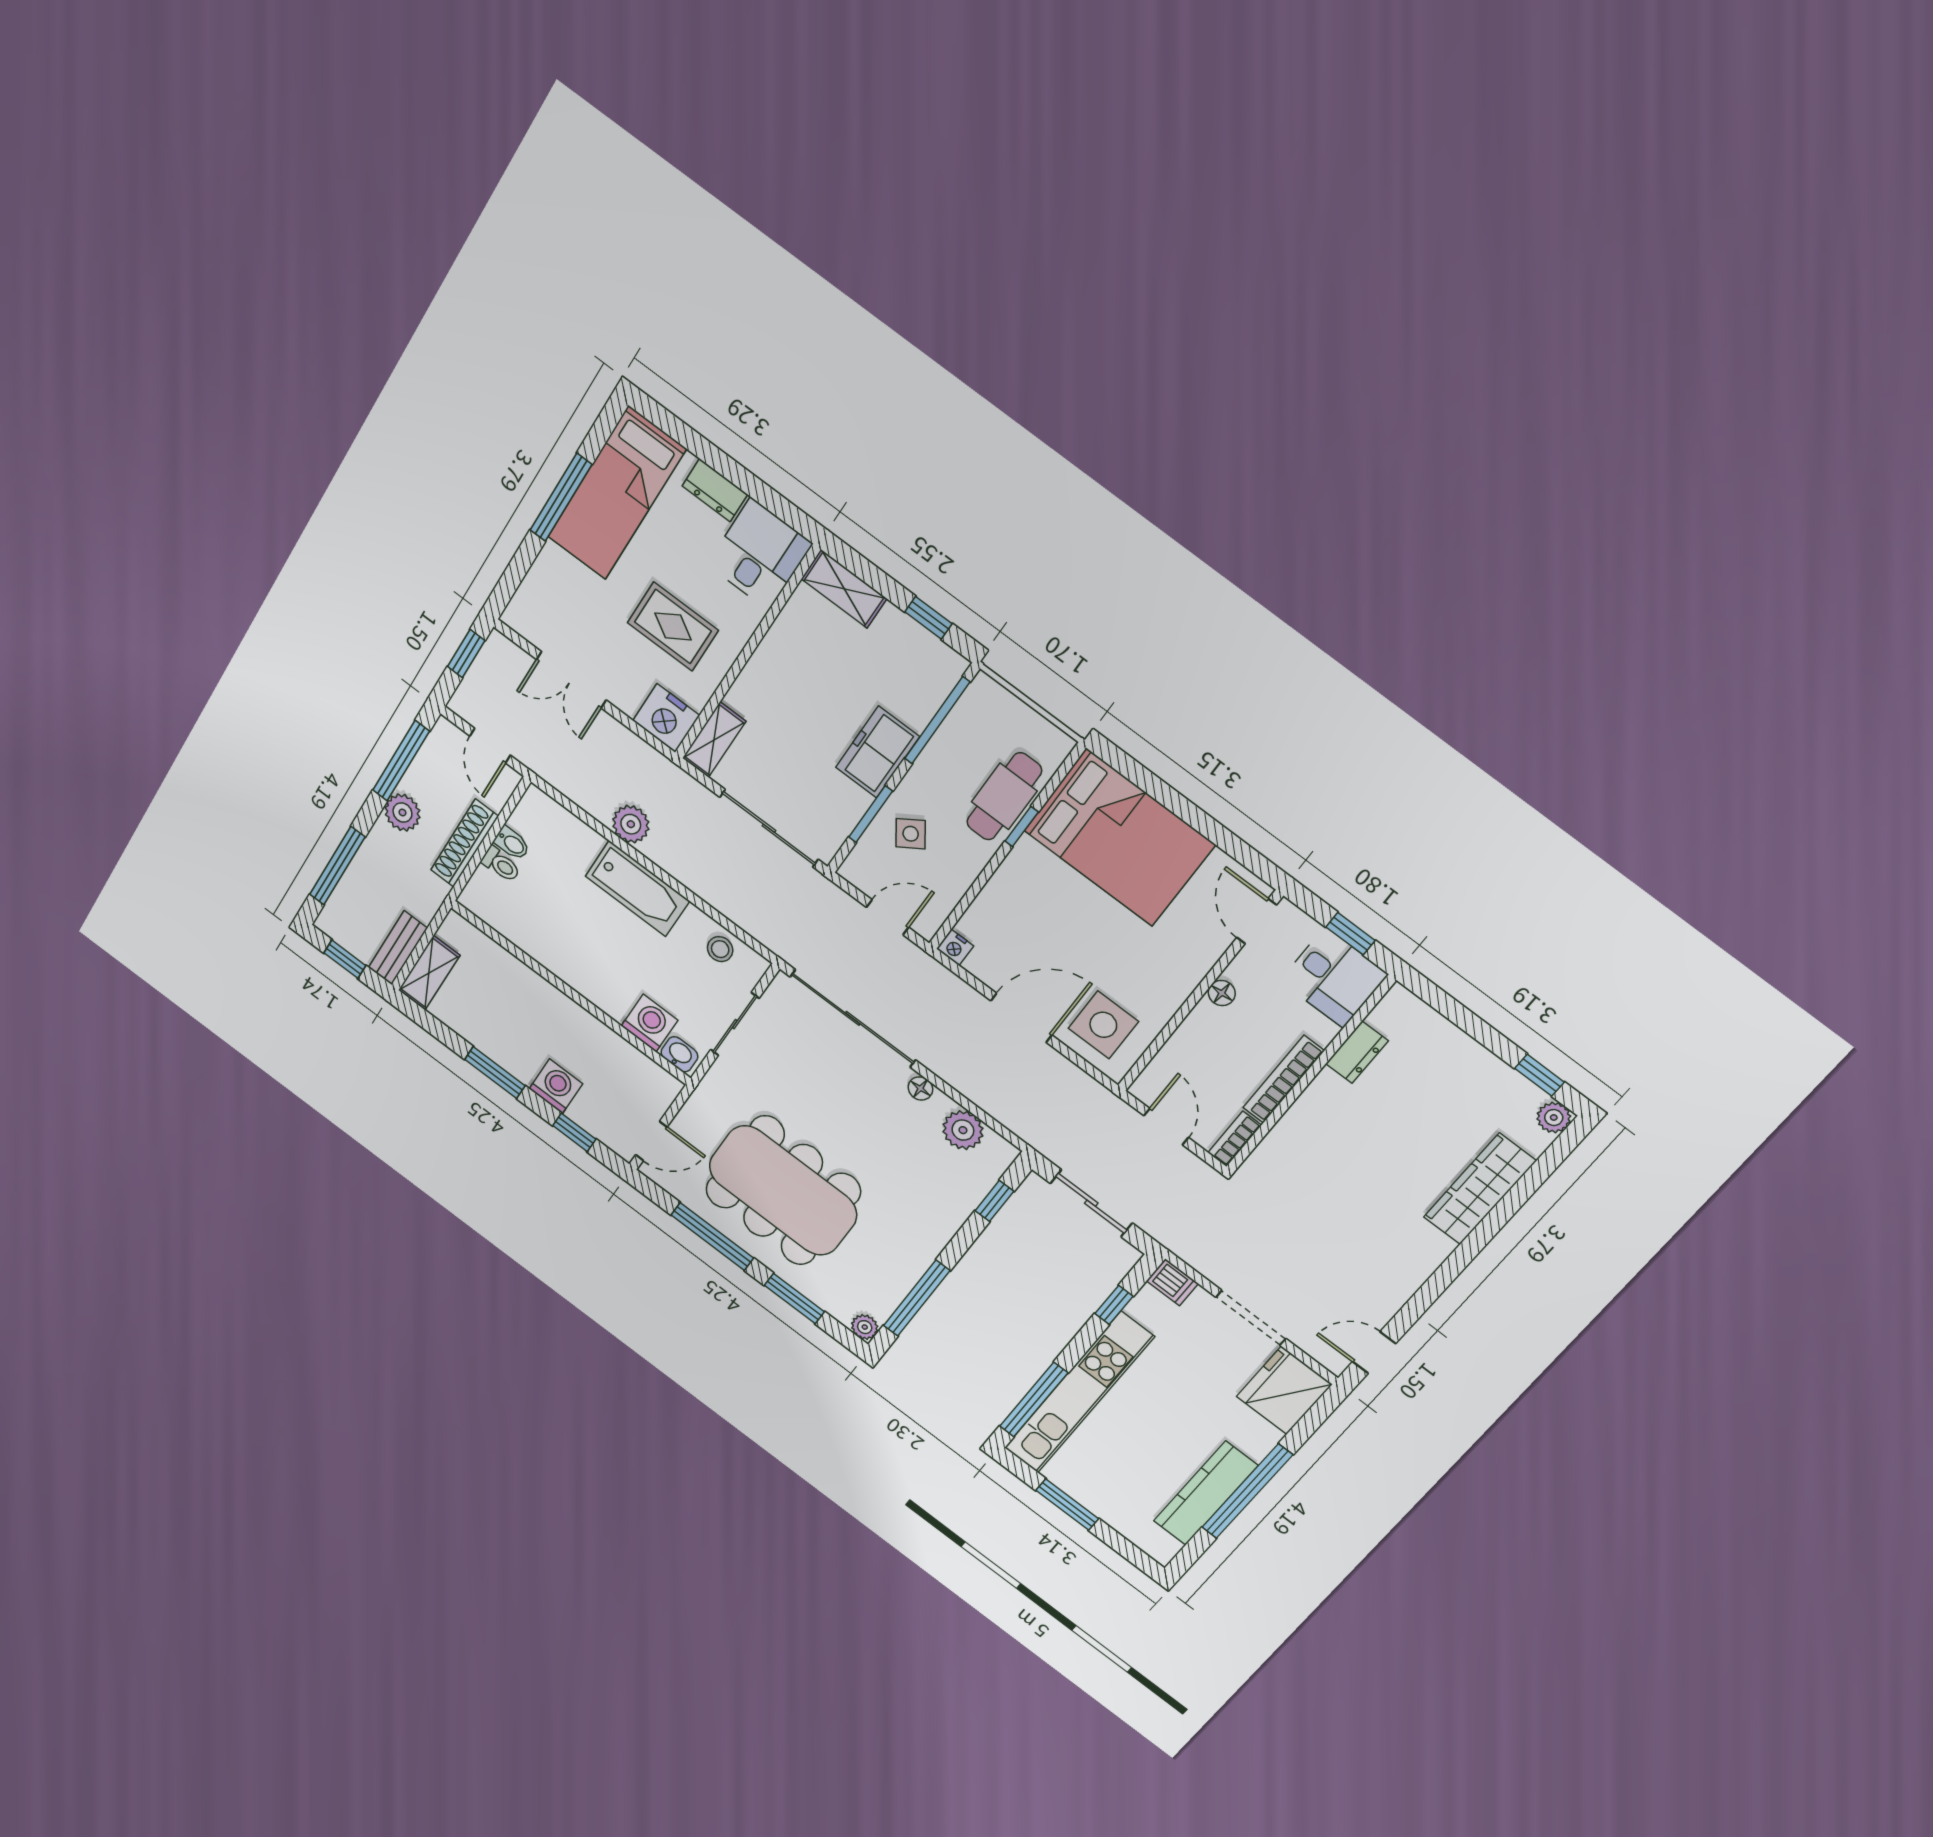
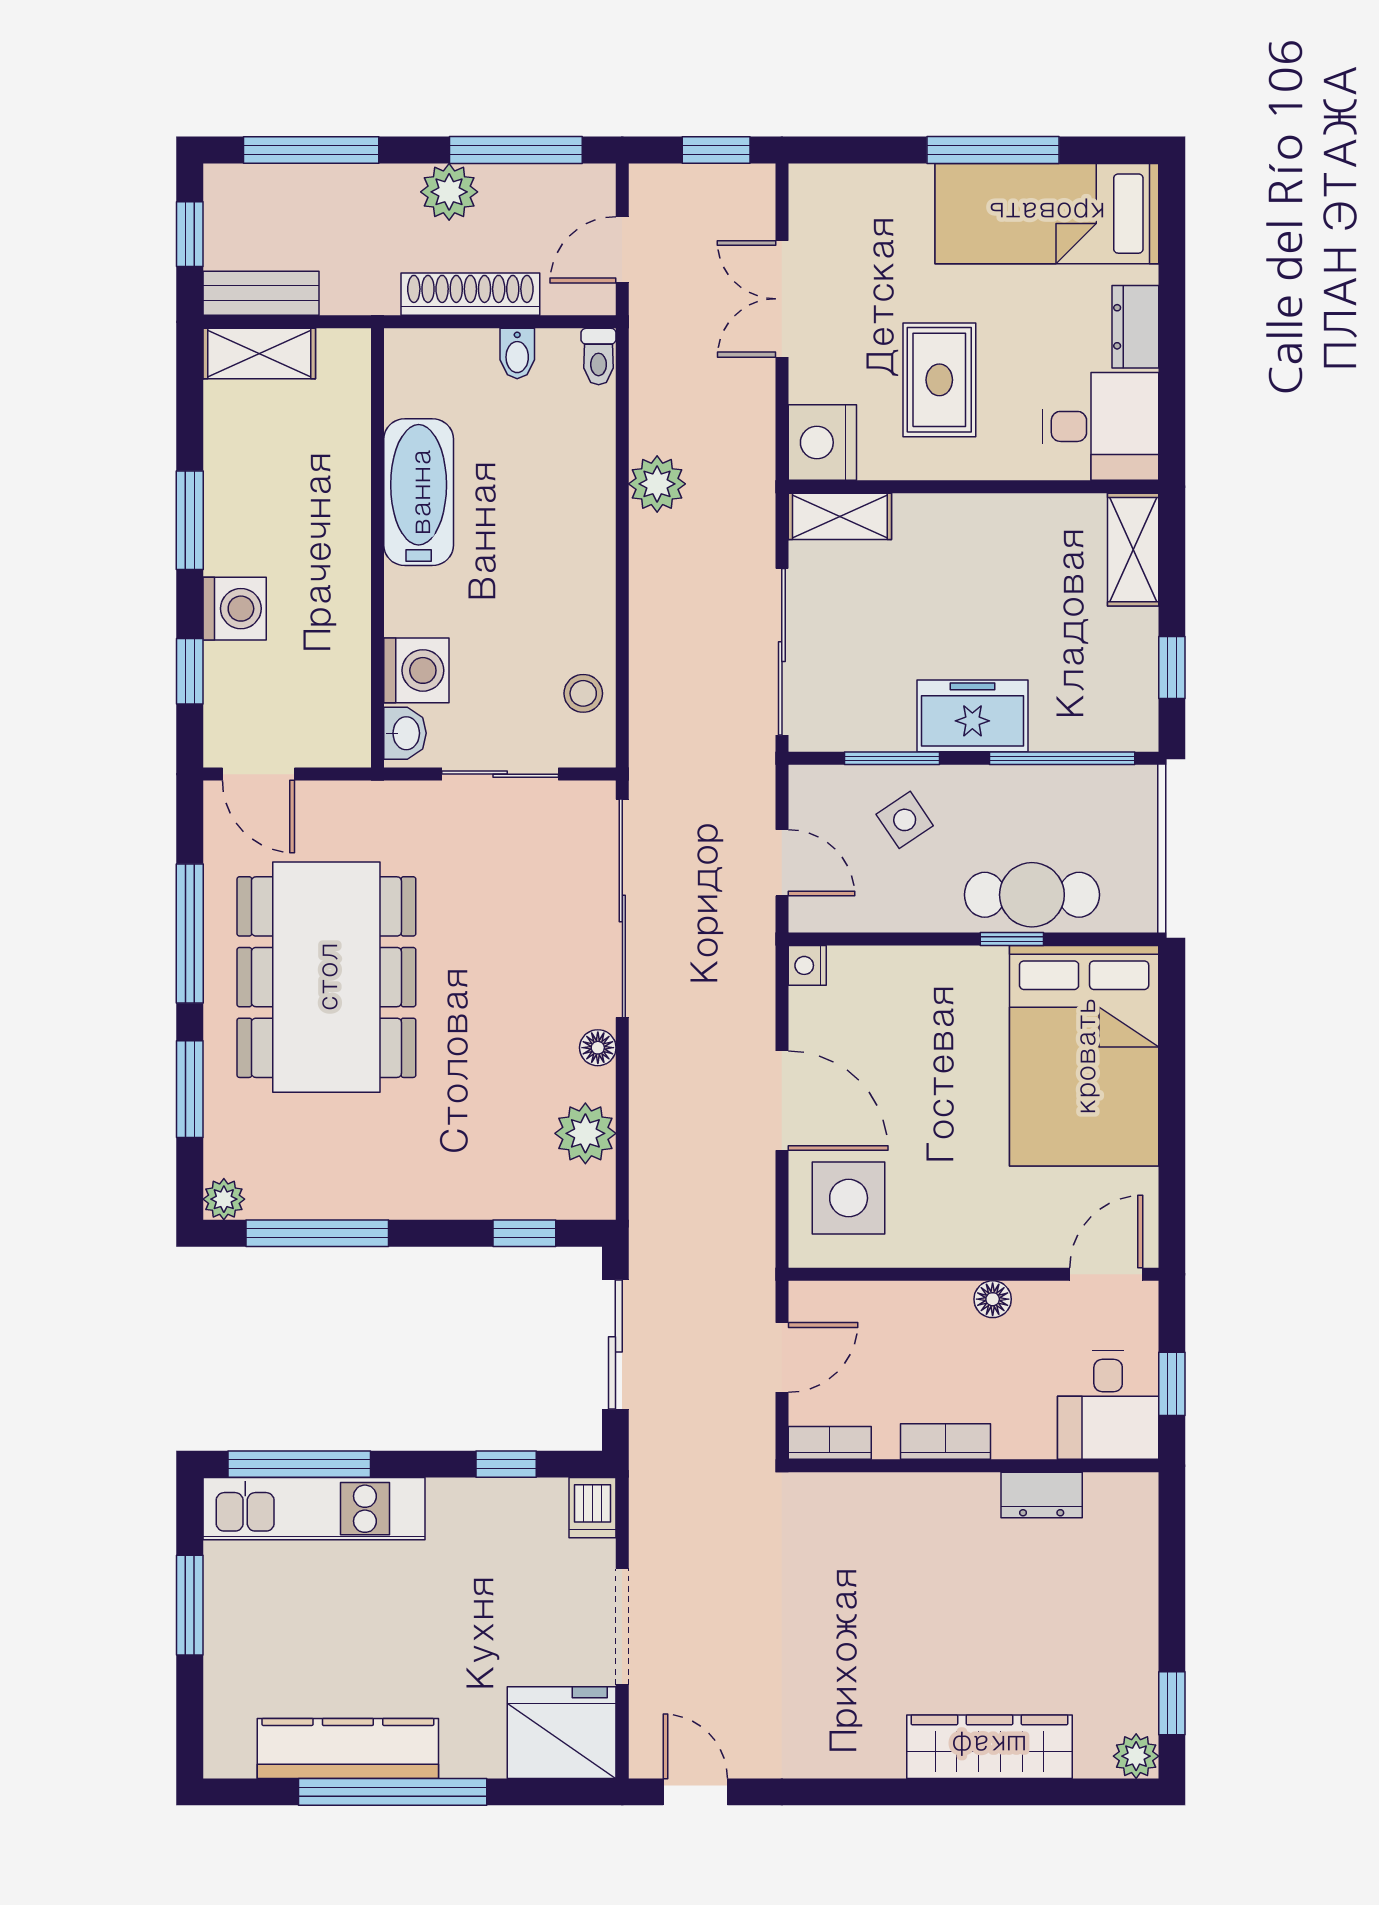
toilet: (501, 864) -> (599, 357), moved
bathtub: (638, 888) -> (419, 492), moved, turned 180
bookcase: (1283, 1079) -> (945, 1441), width x0.64
kitchen unit: (1079, 1393) -> (314, 1509), width x0.73

